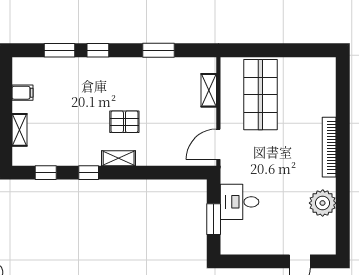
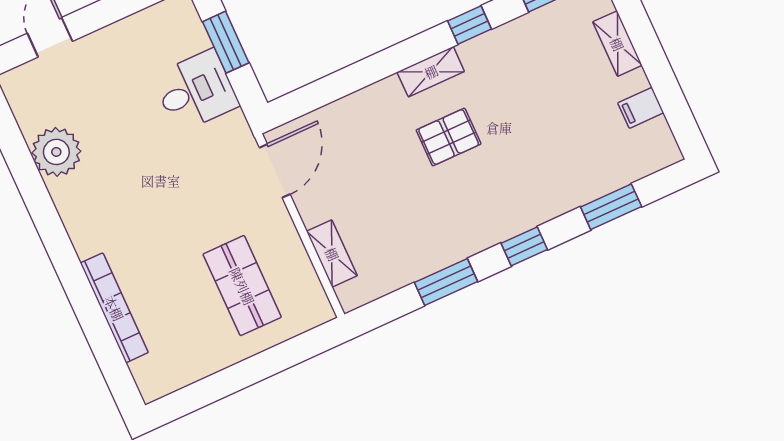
window: (98, 50) -> (524, 246), moved
shop shelf: (260, 95) -> (242, 286), width x0.70, depth x0.74
bookcase: (329, 147) -> (114, 308), moved

